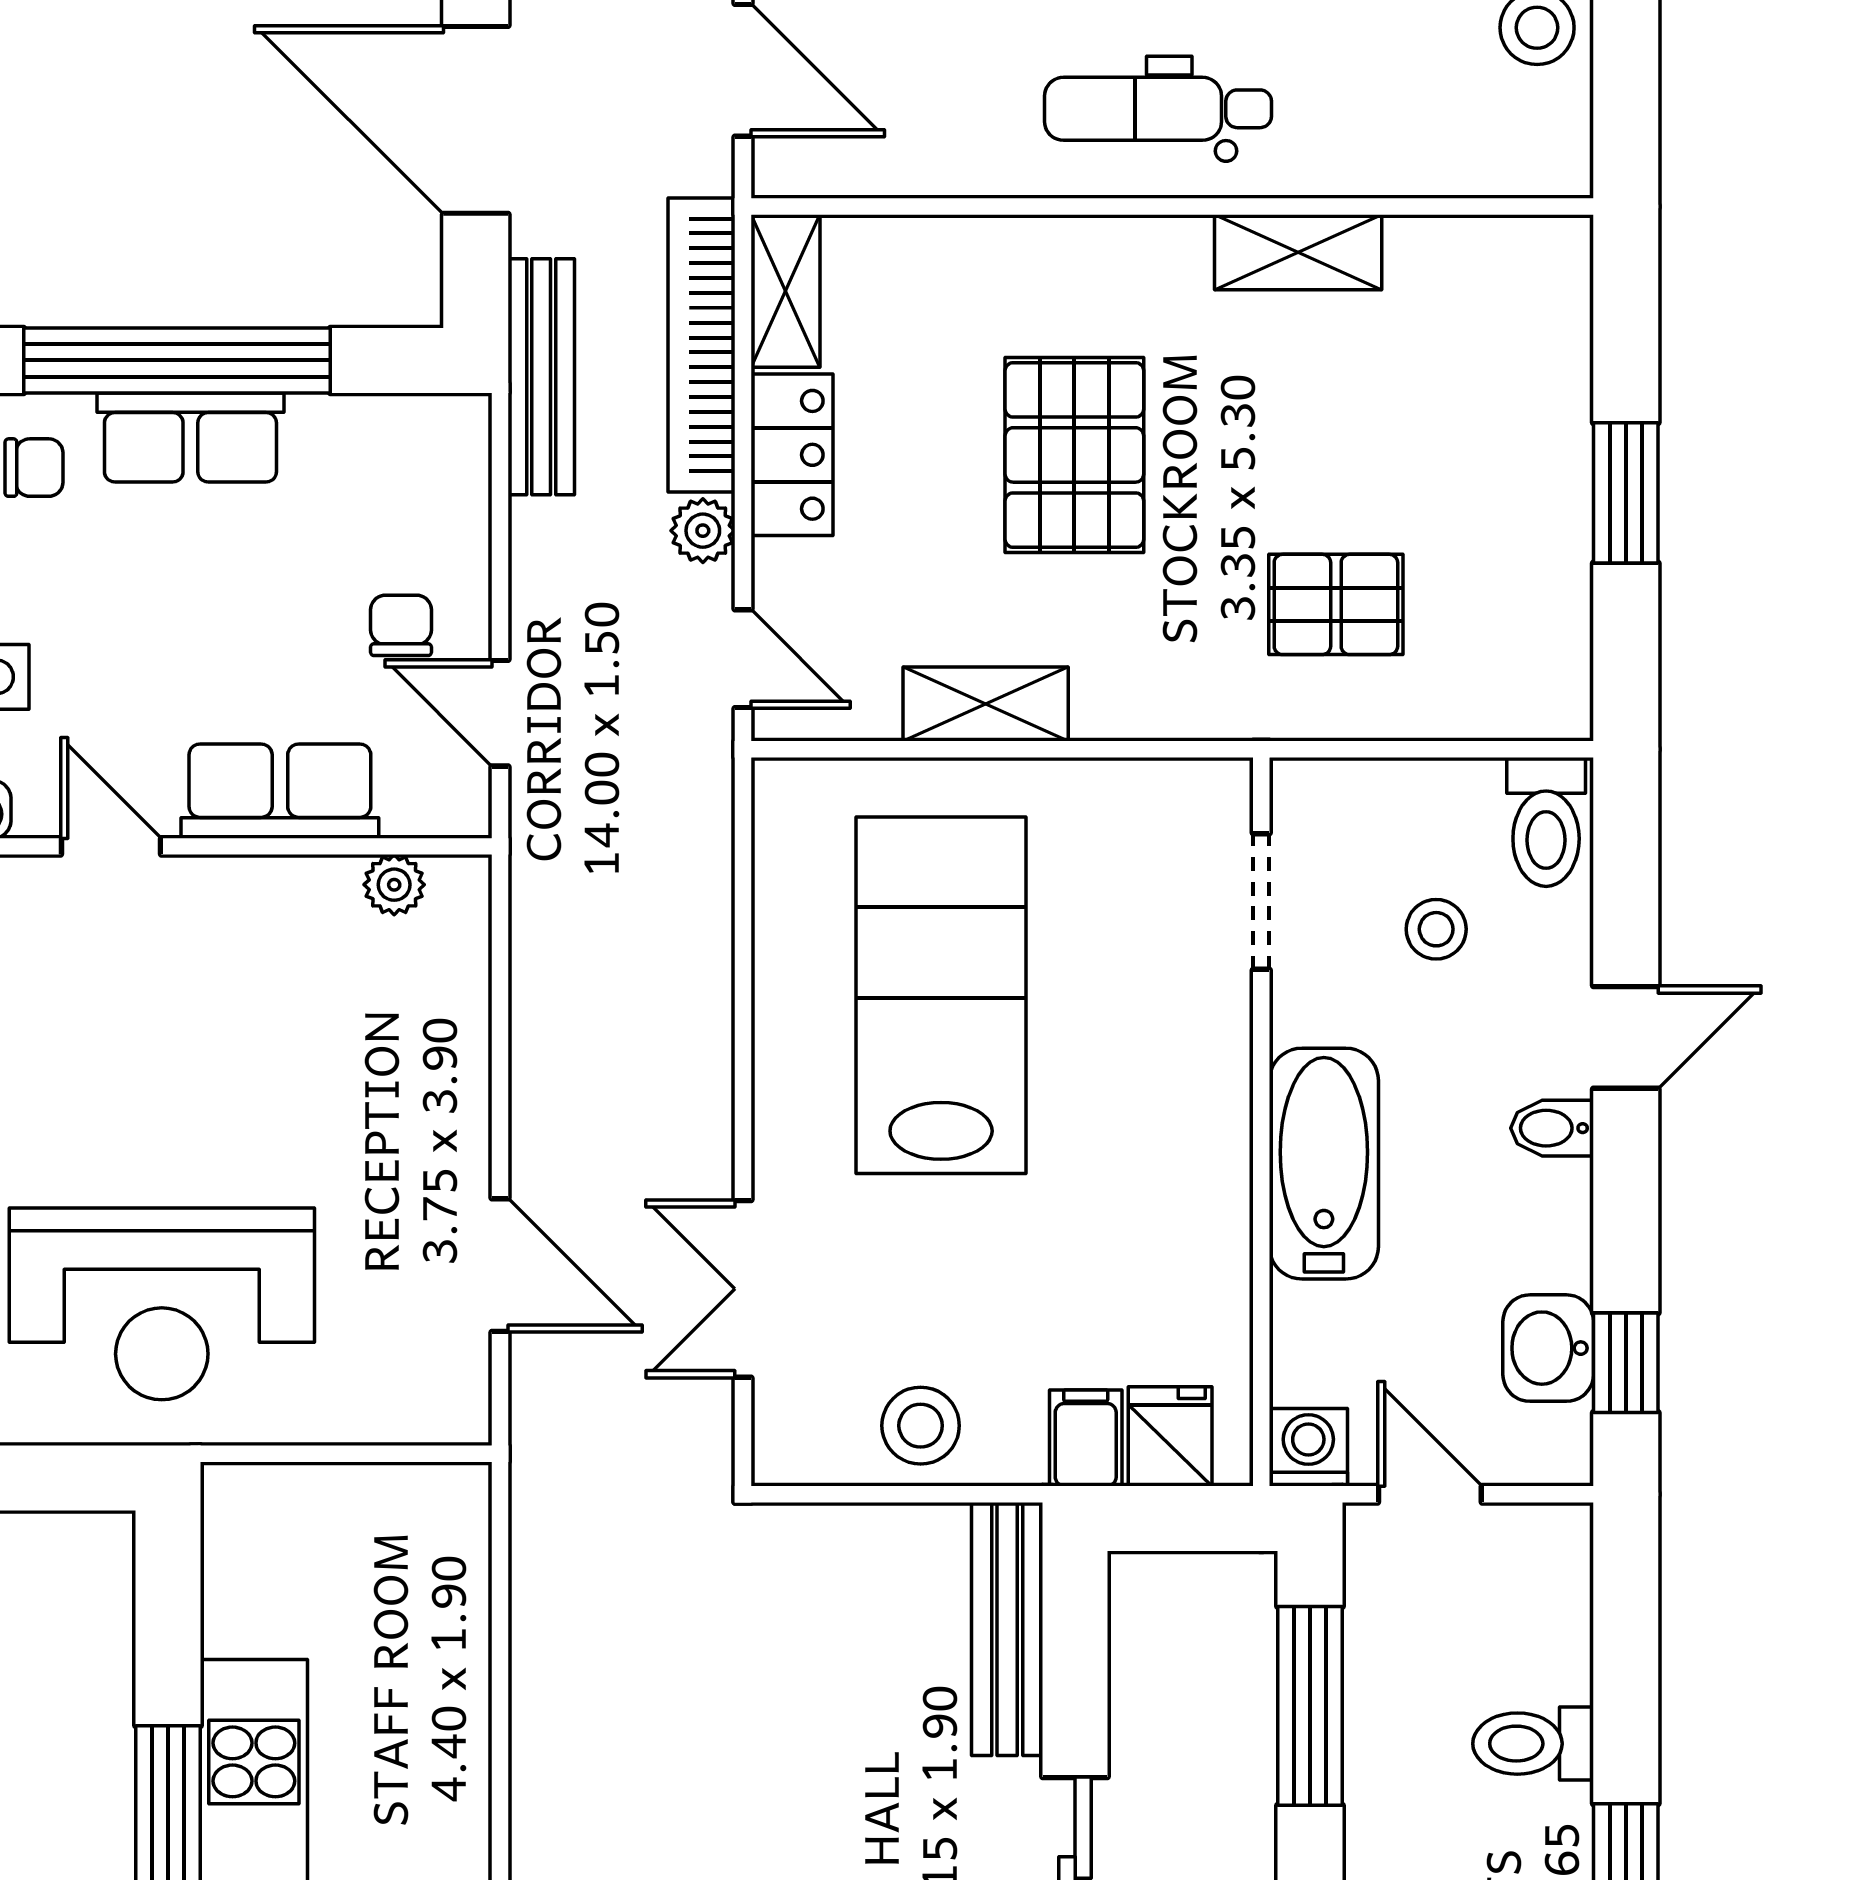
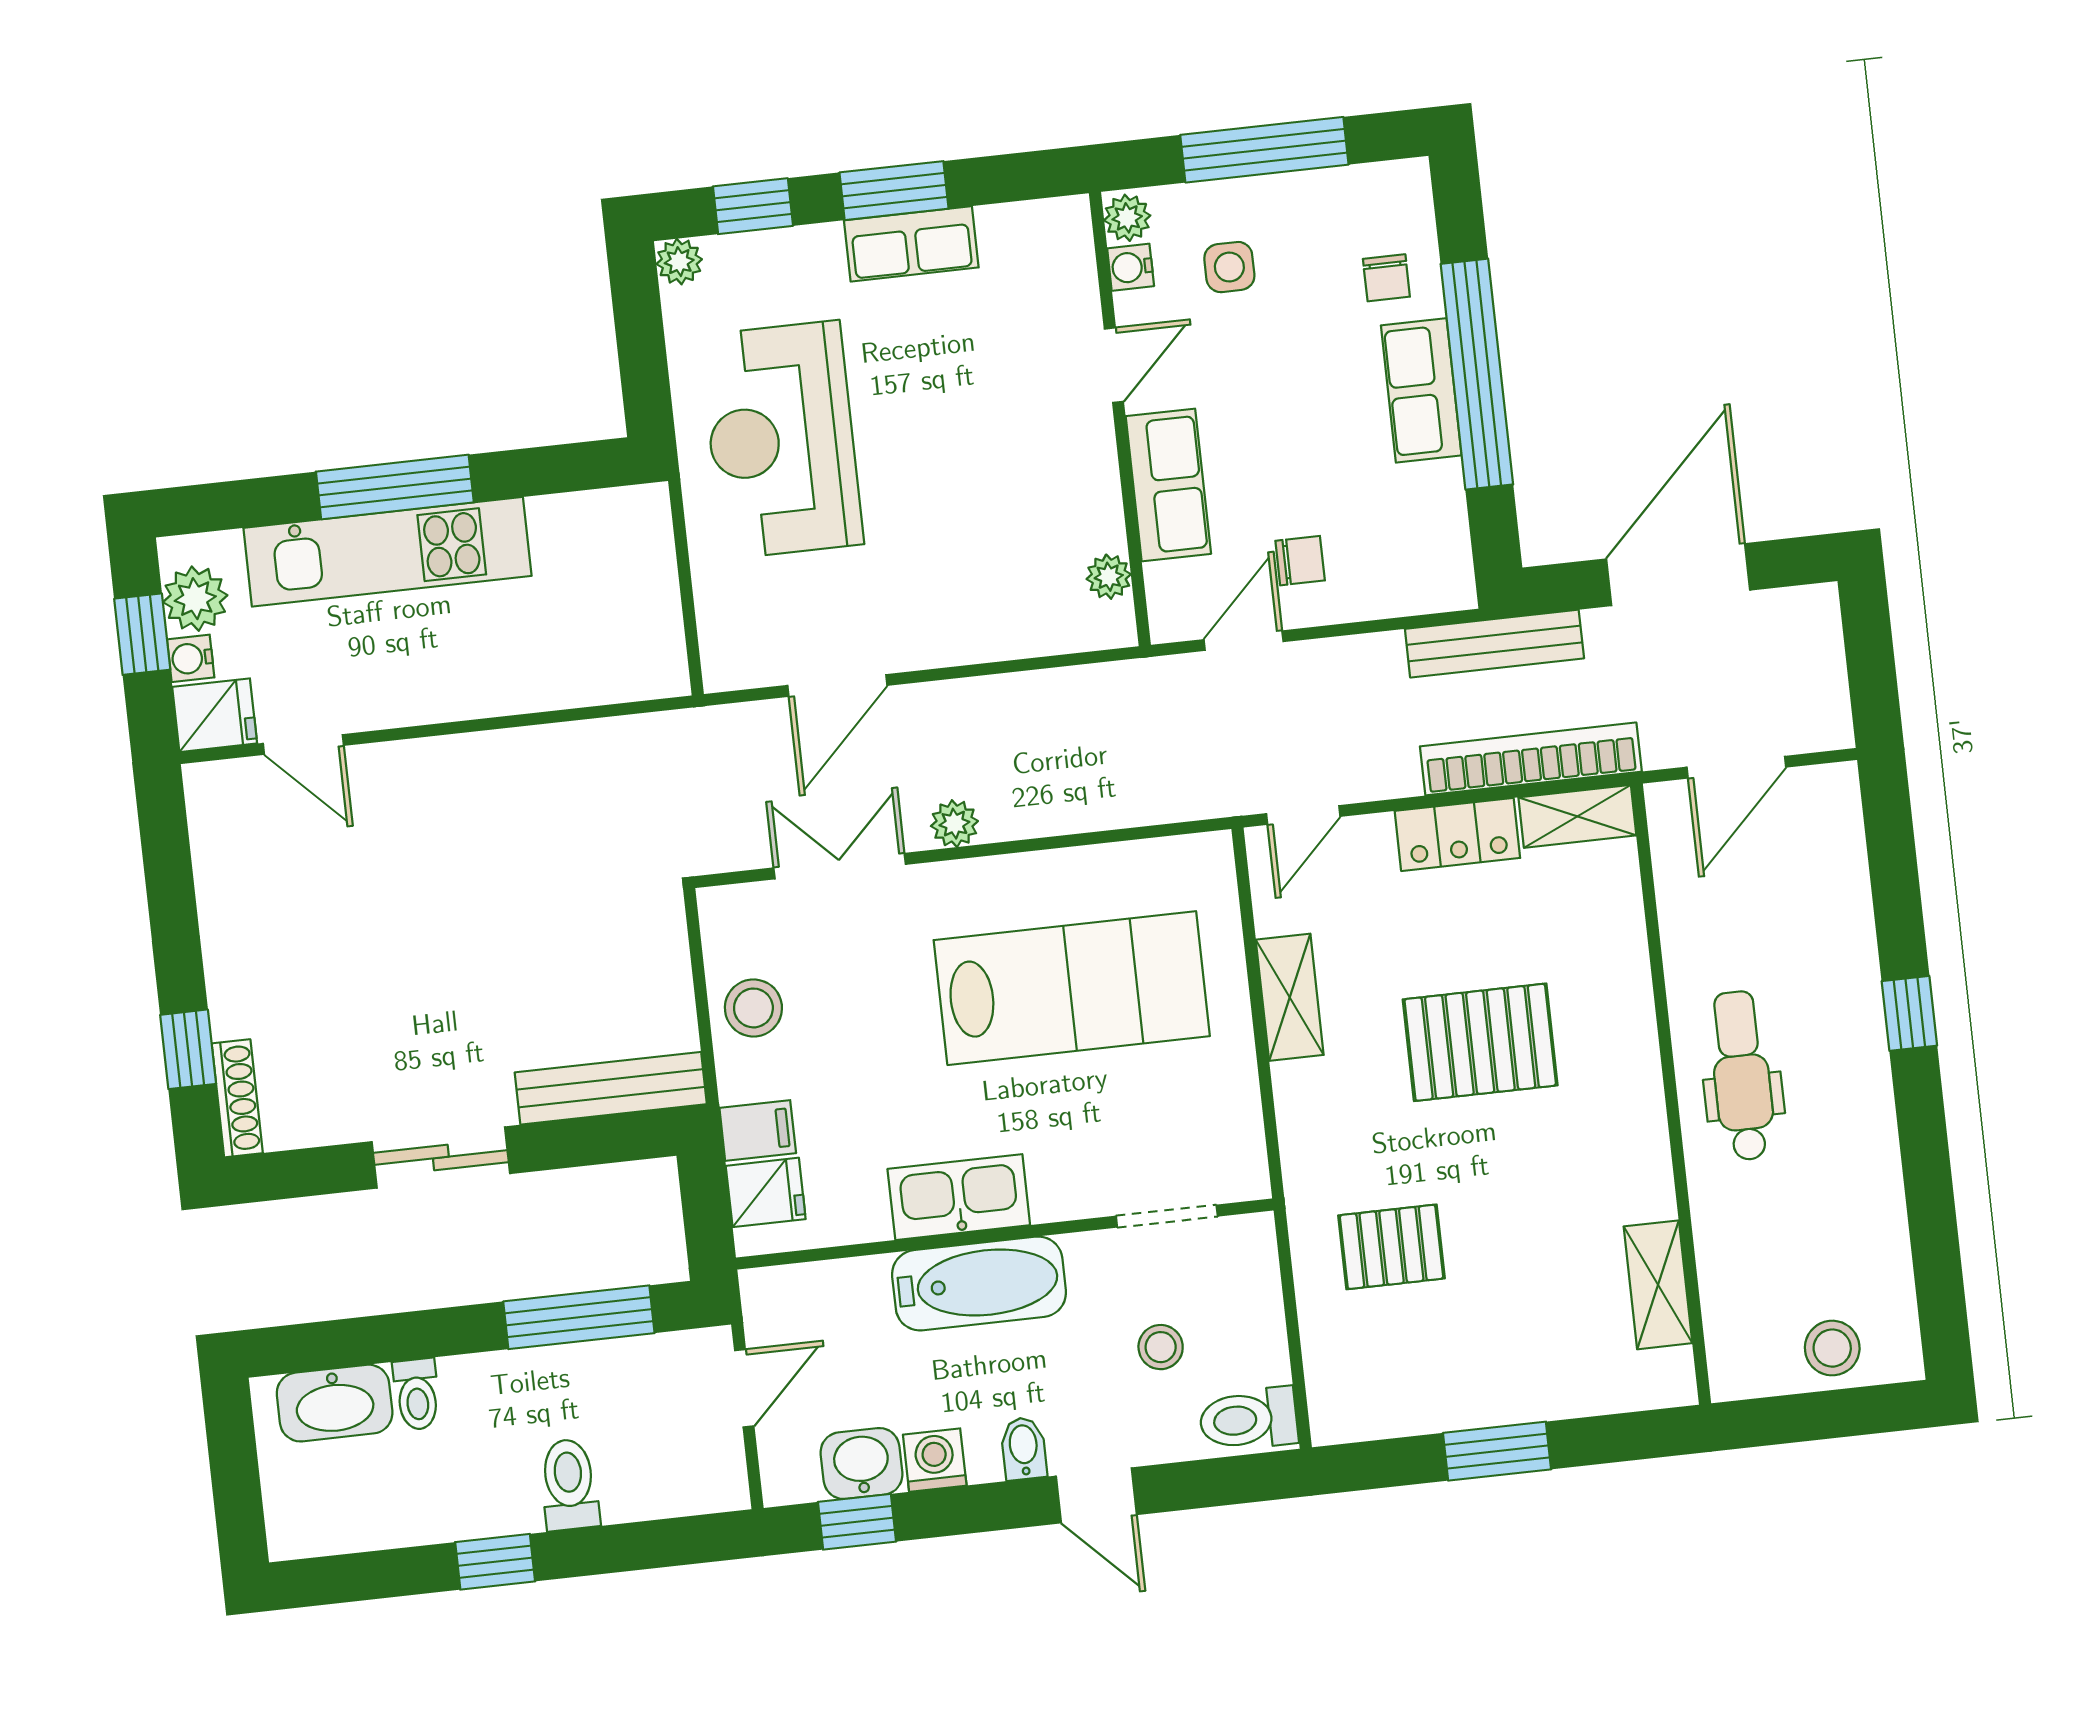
shelving: (1298, 252) -> (1658, 1285), moved
plant: (703, 531) -> (954, 824), moved
pallet: (1336, 604) -> (1391, 1247), turned 90
kitchen sink: (1205, 1178) -> (959, 1197), added
washing machine: (1308, 1447) -> (935, 1460), moved, turned -90

